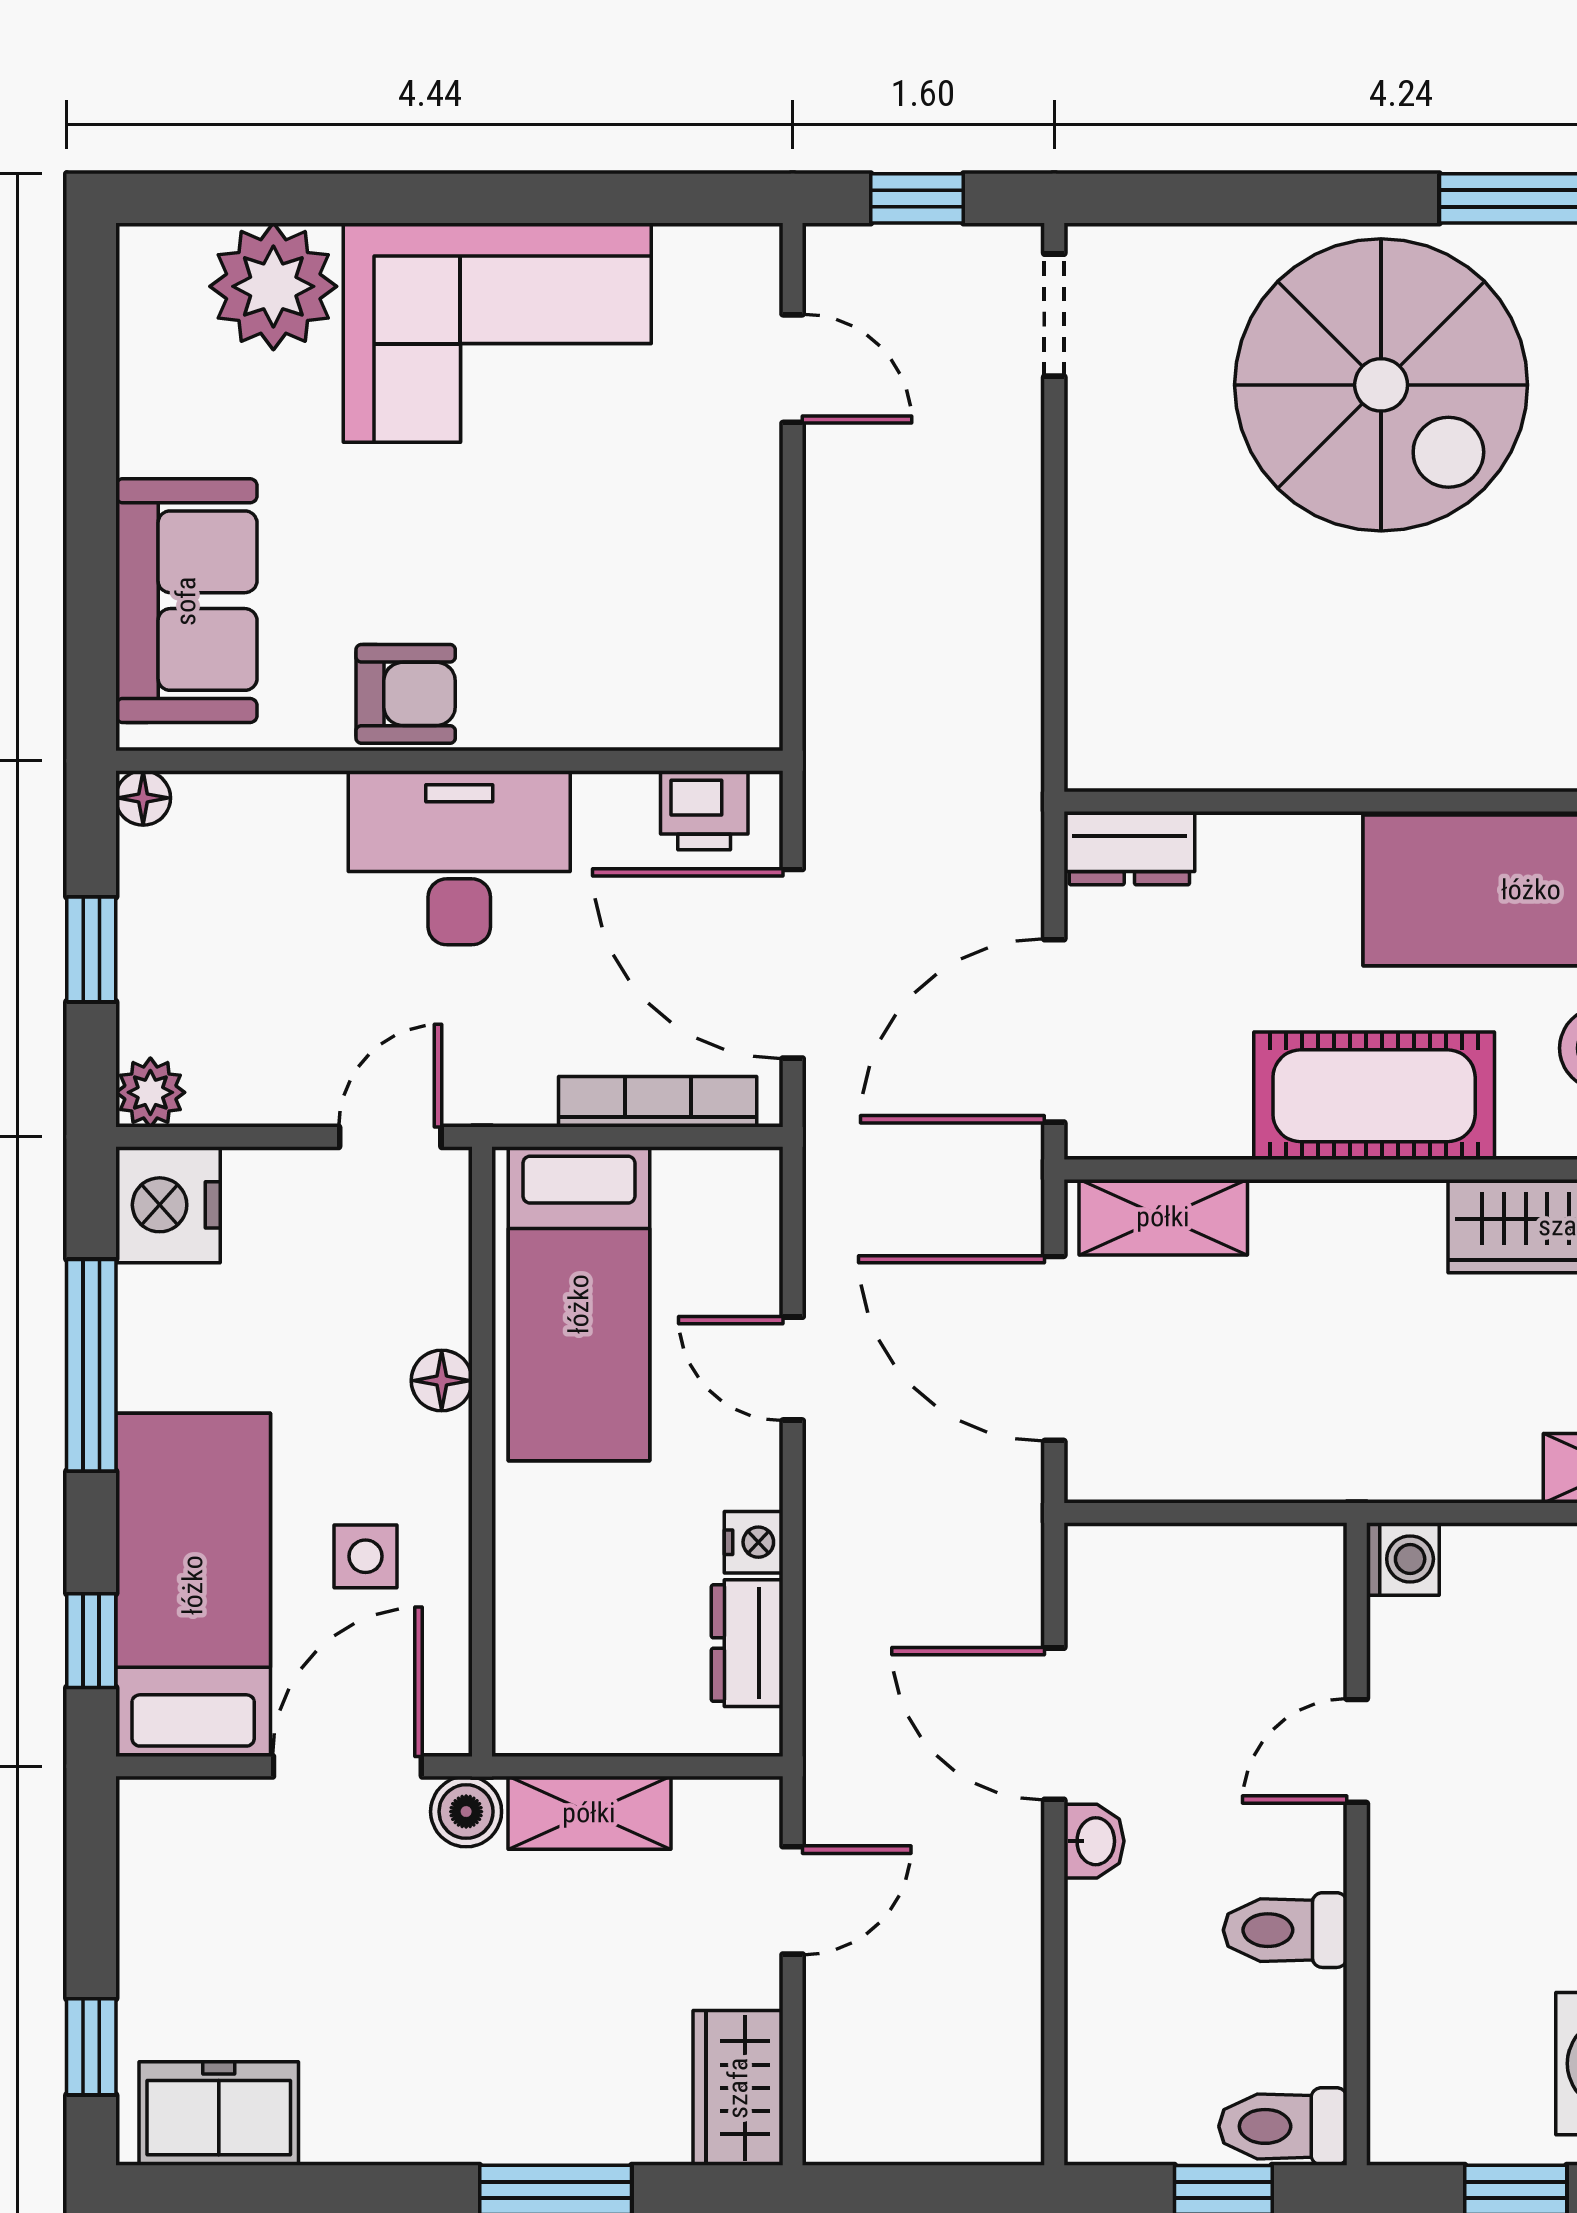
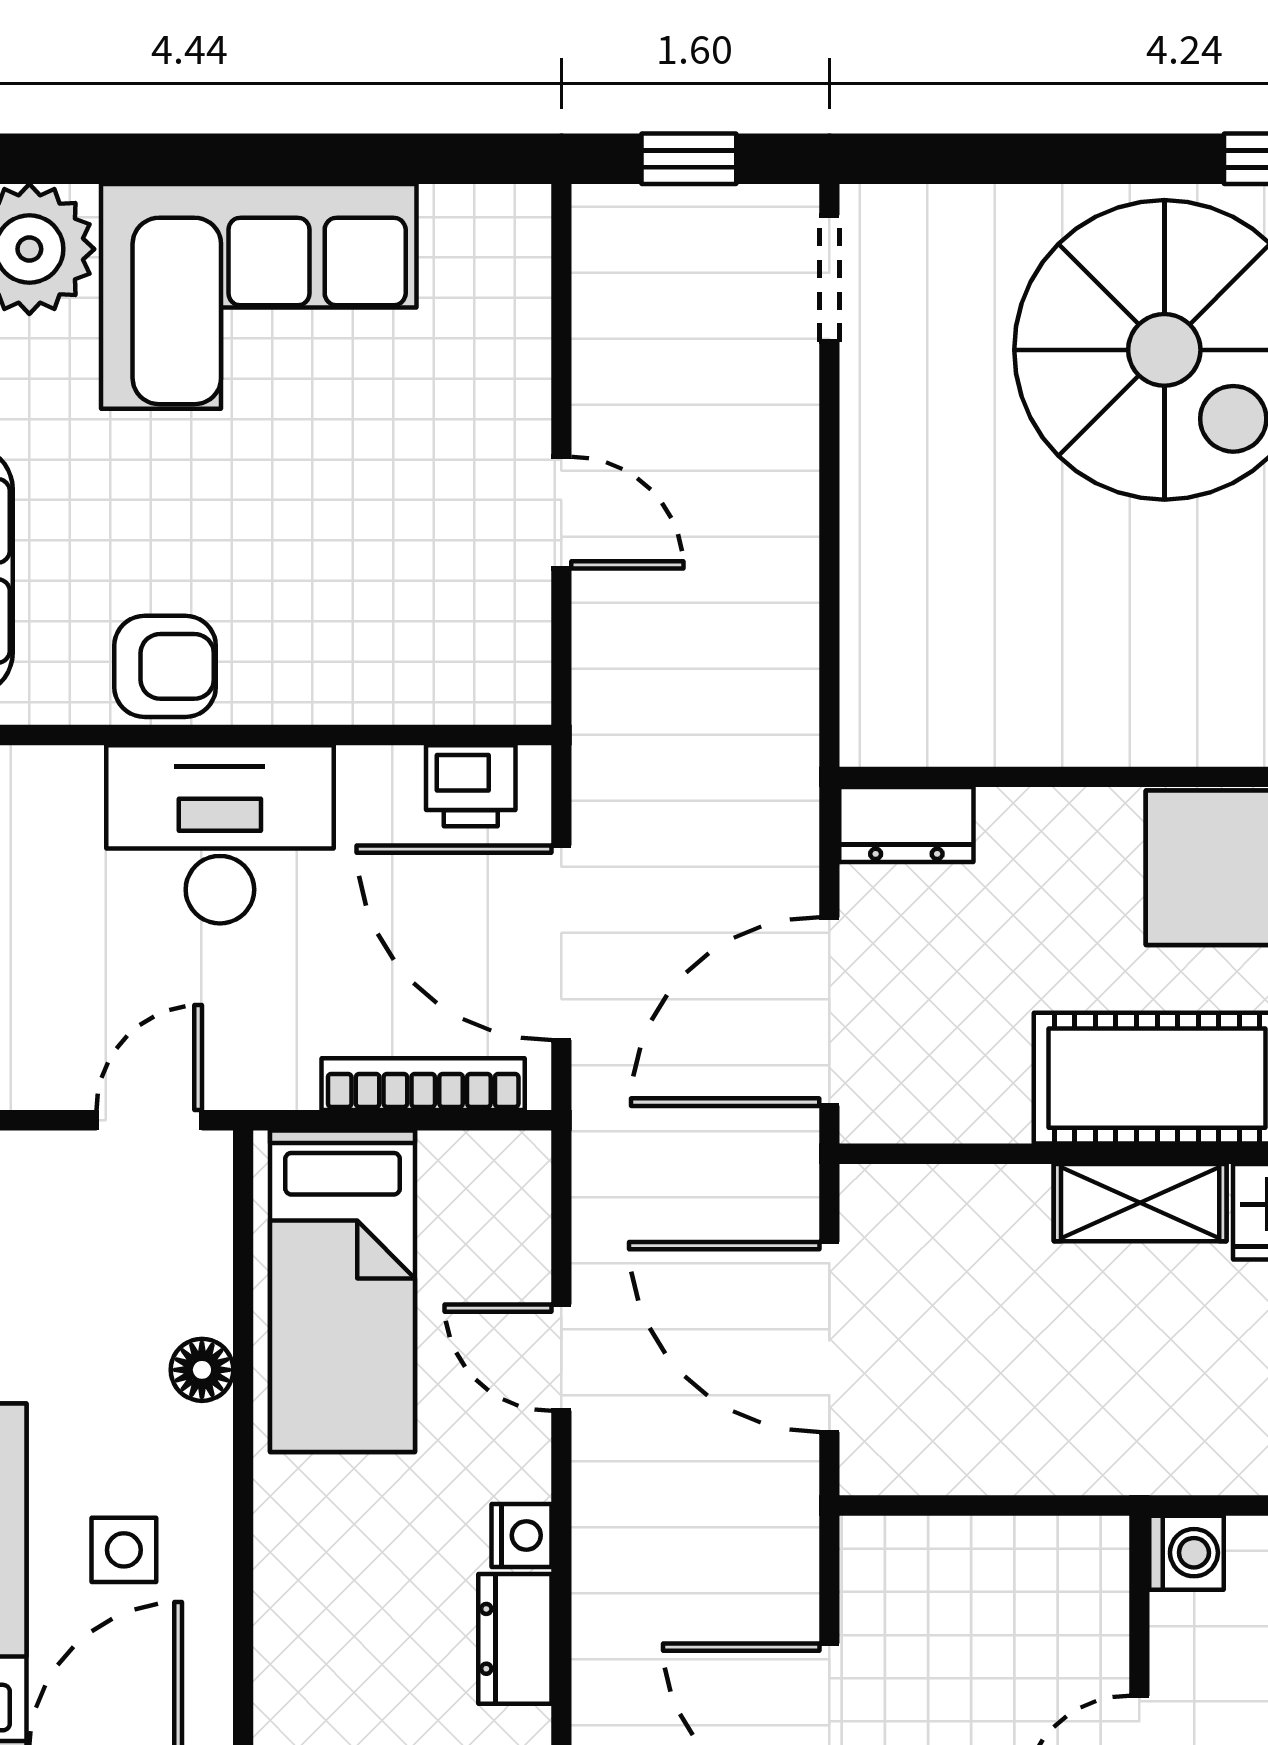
door: (793, 369) -> (561, 513), moved
shelving: (1163, 1217) -> (1140, 1203), moved

